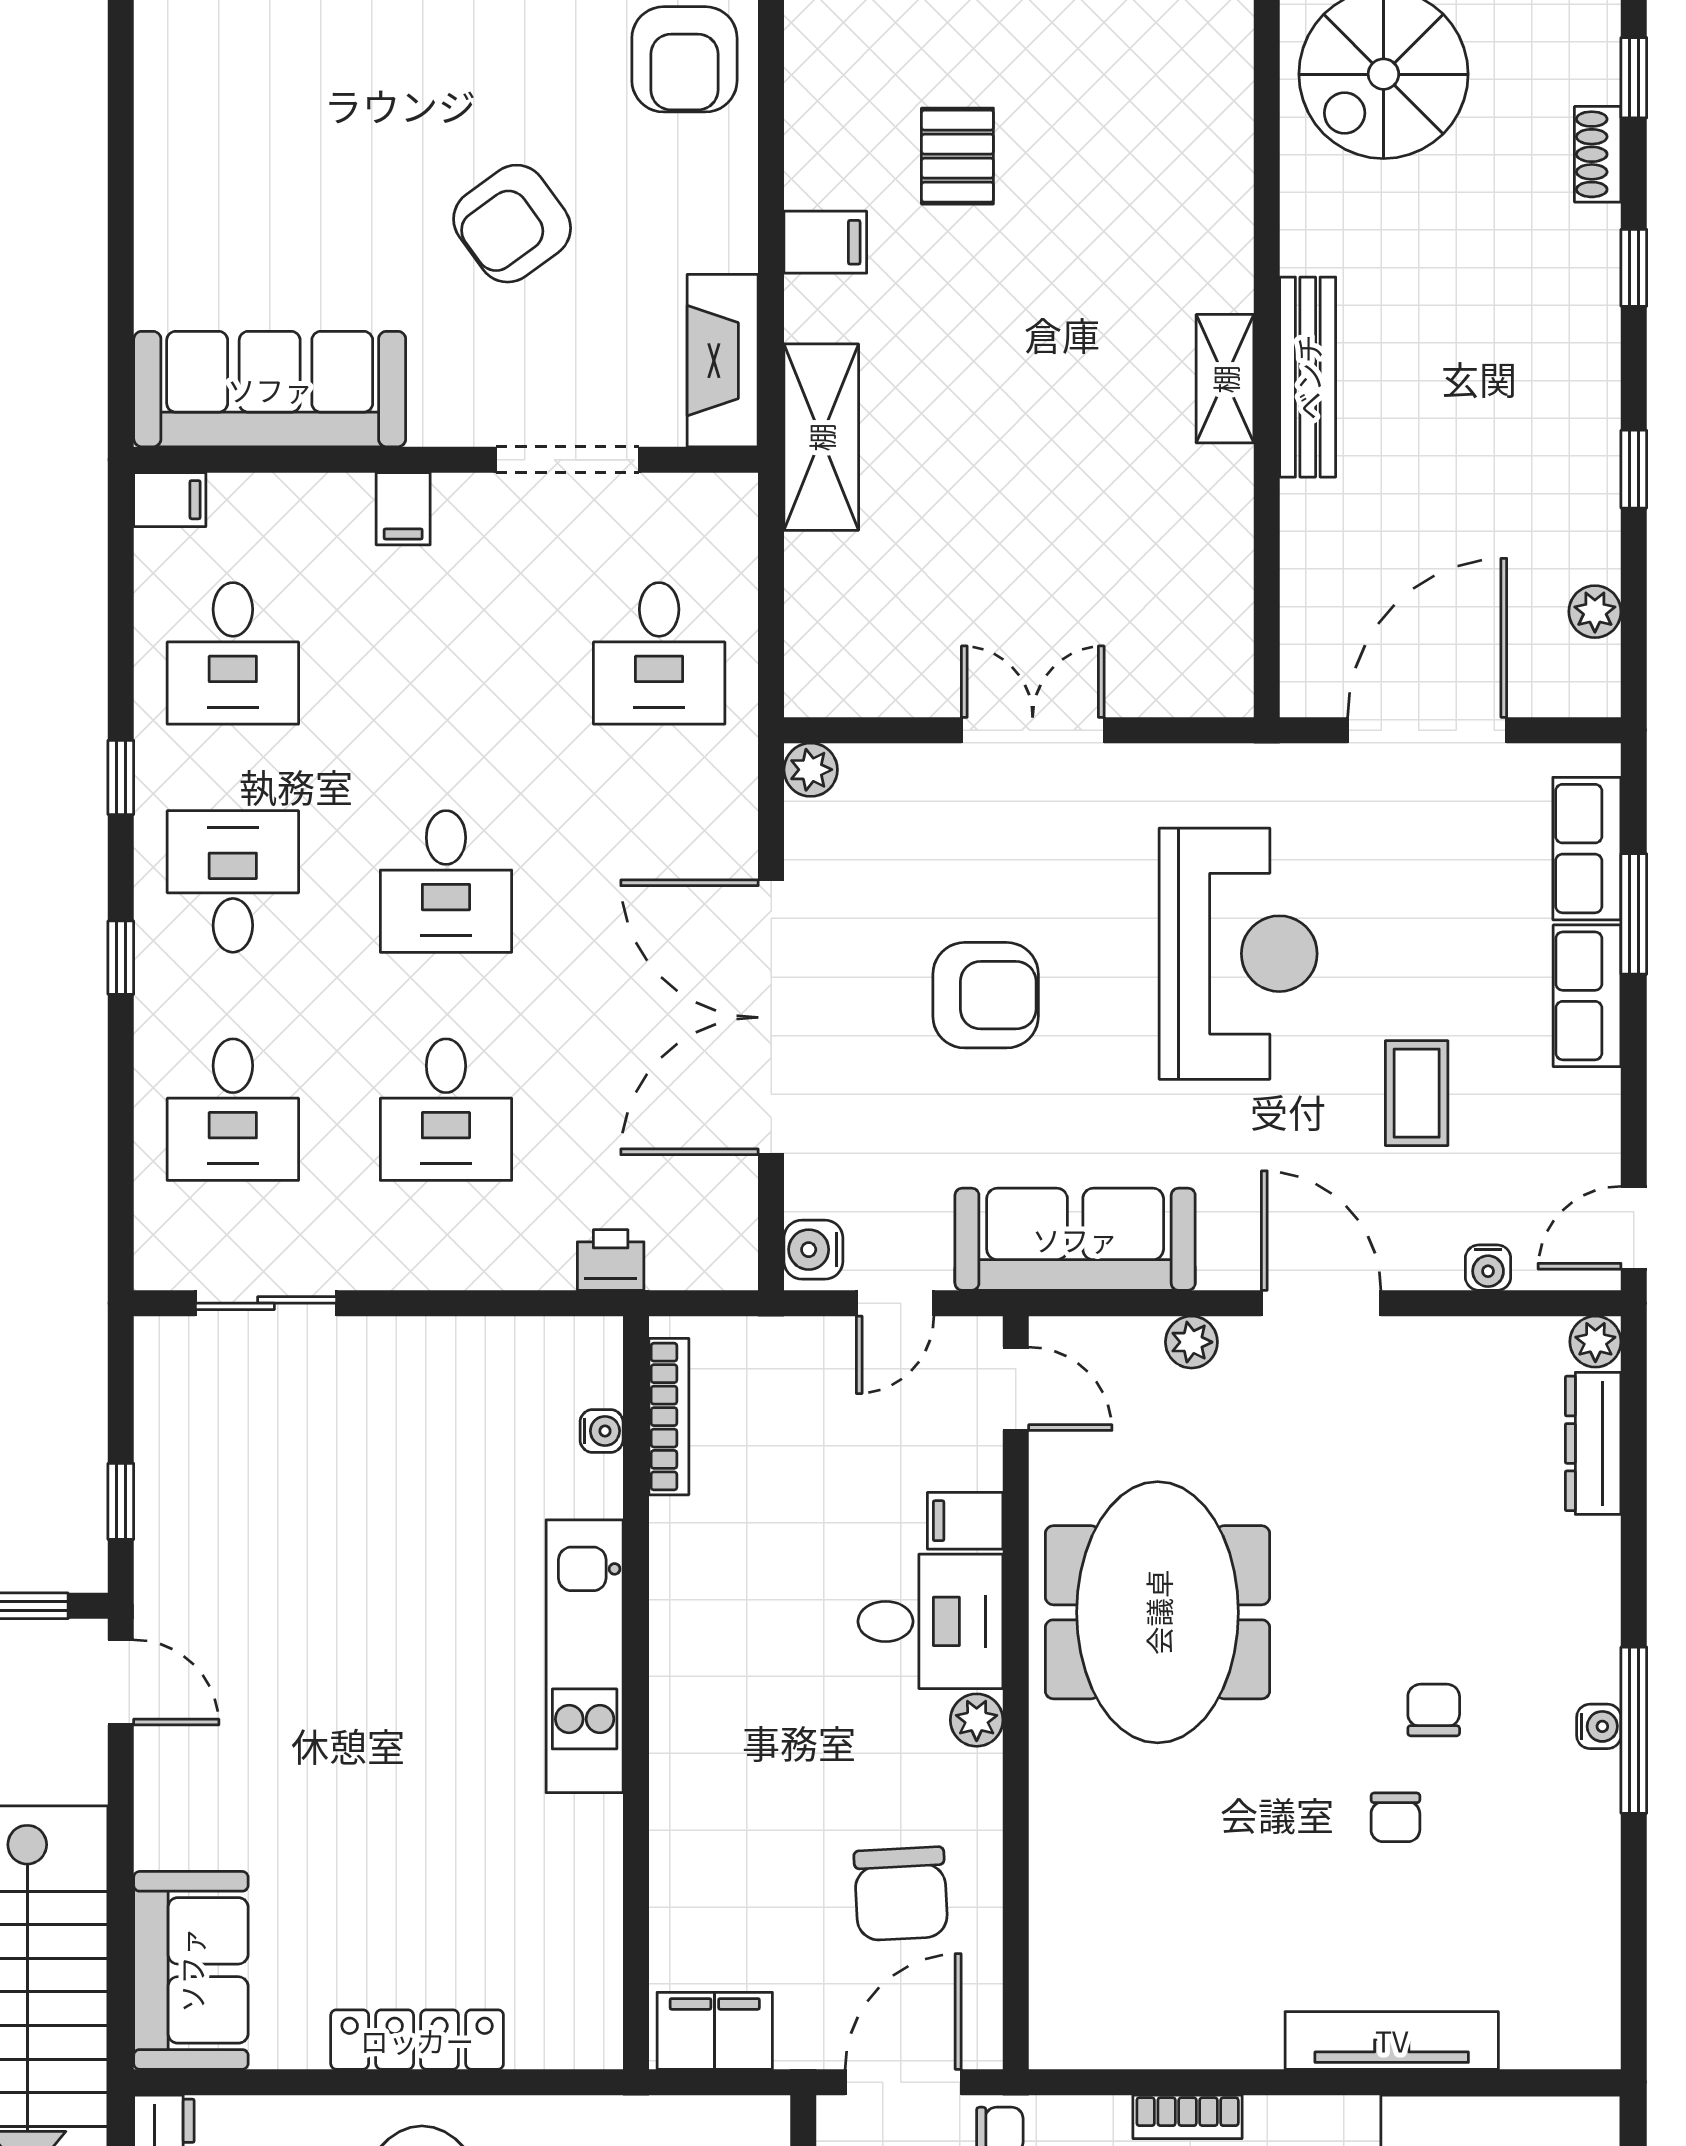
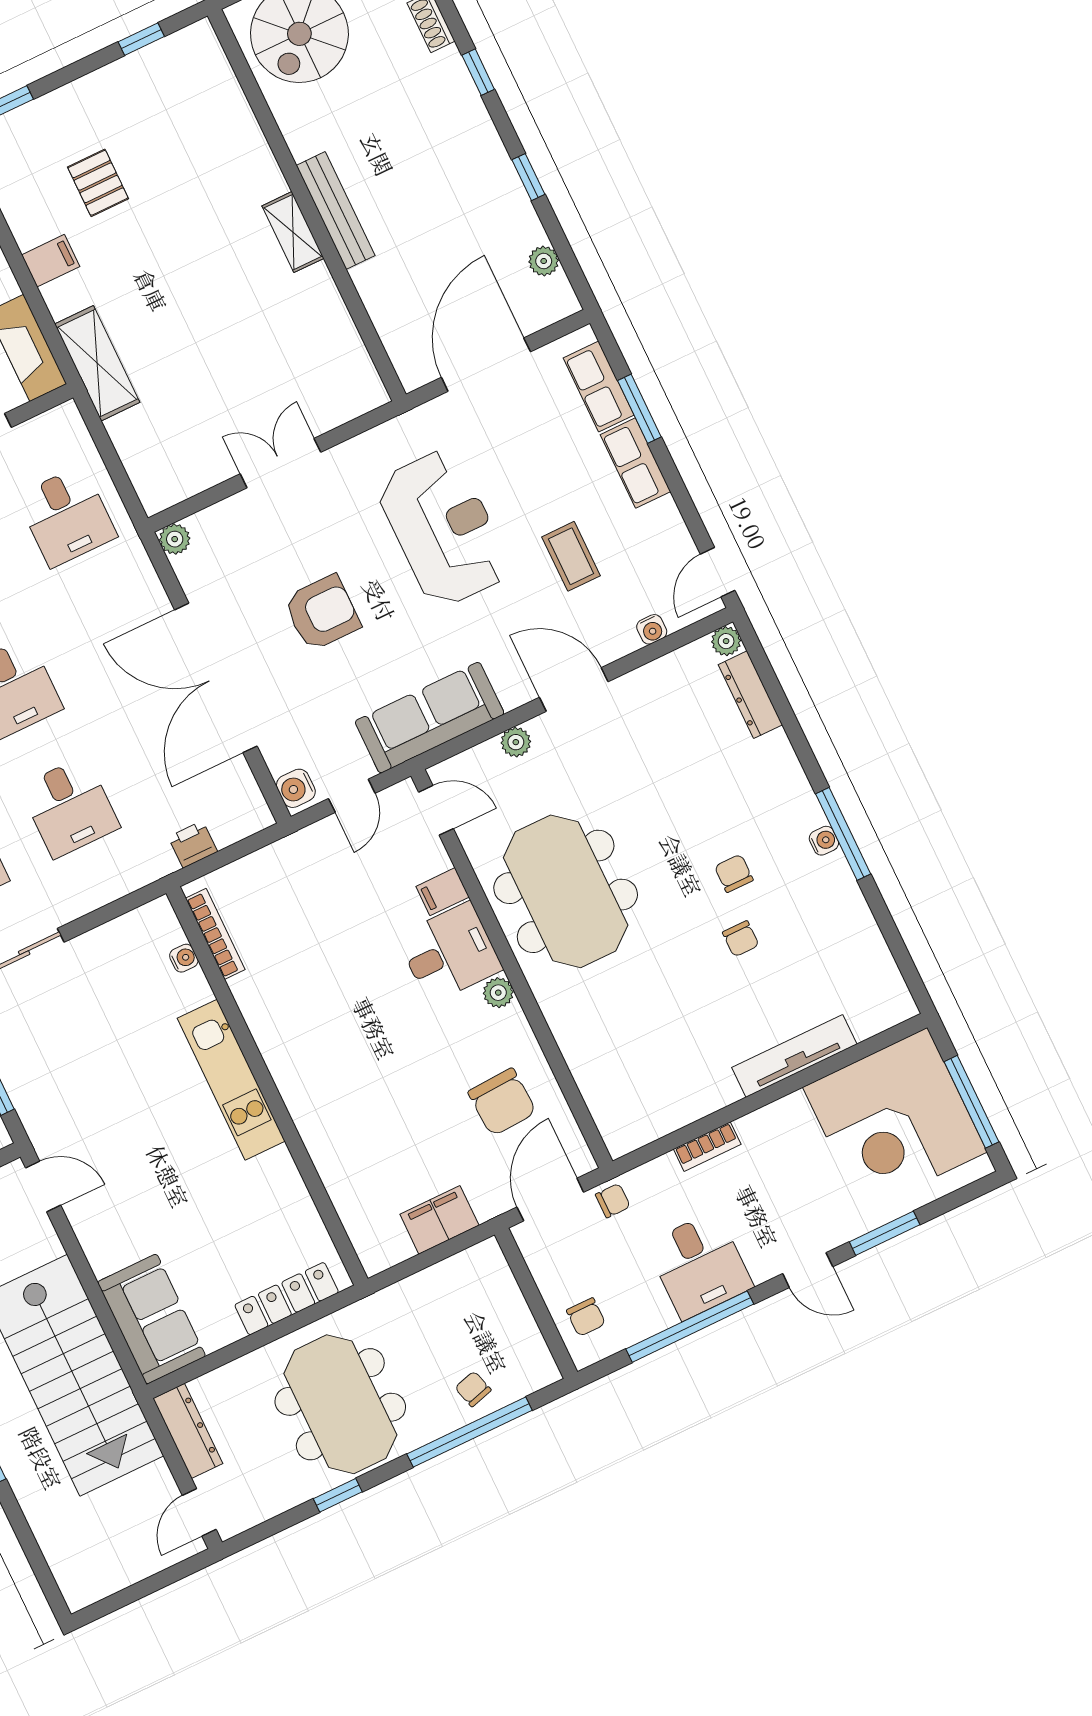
bookcase: (669, 1417) -> (215, 934), moved
water cooler: (602, 1431) -> (184, 958), moved
kitchen unit: (585, 1656) -> (231, 1080), moved
wall: (636, 1693) -> (267, 1086), moved

